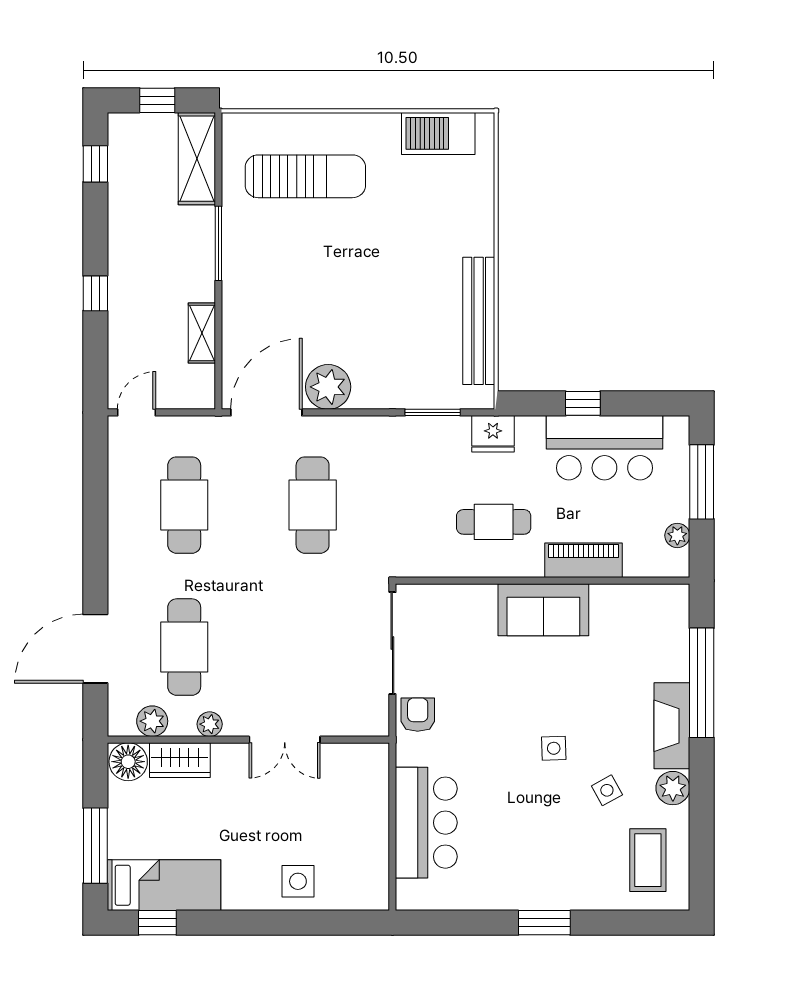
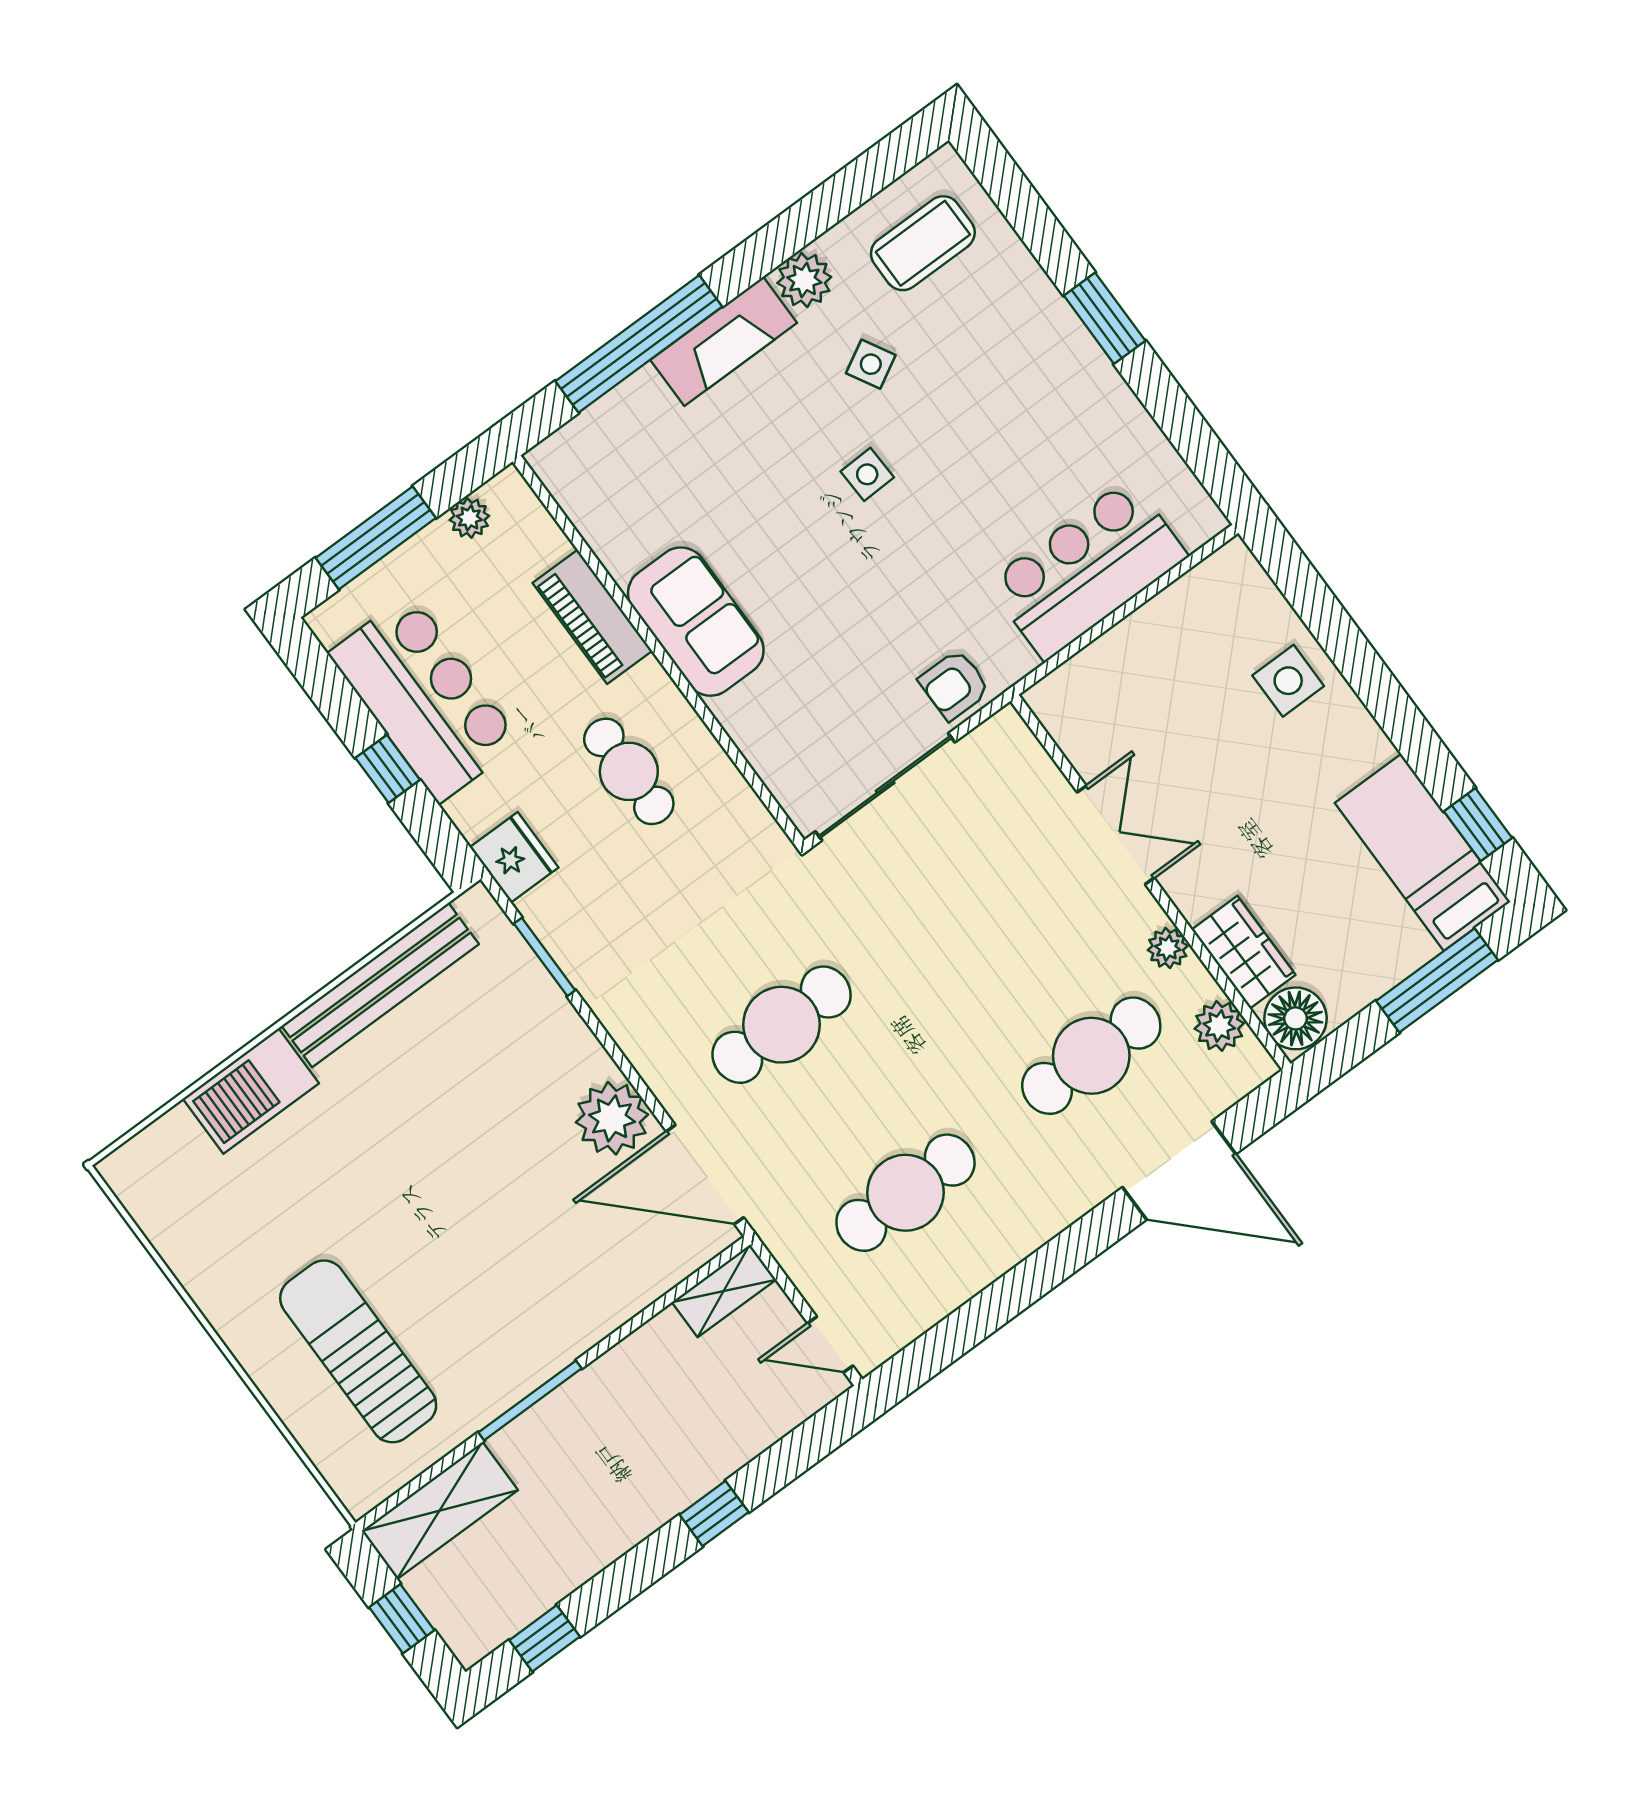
barbecue: (438, 133) -> (251, 1091), moved, turned 90
shelving: (202, 333) -> (724, 1291), moved

